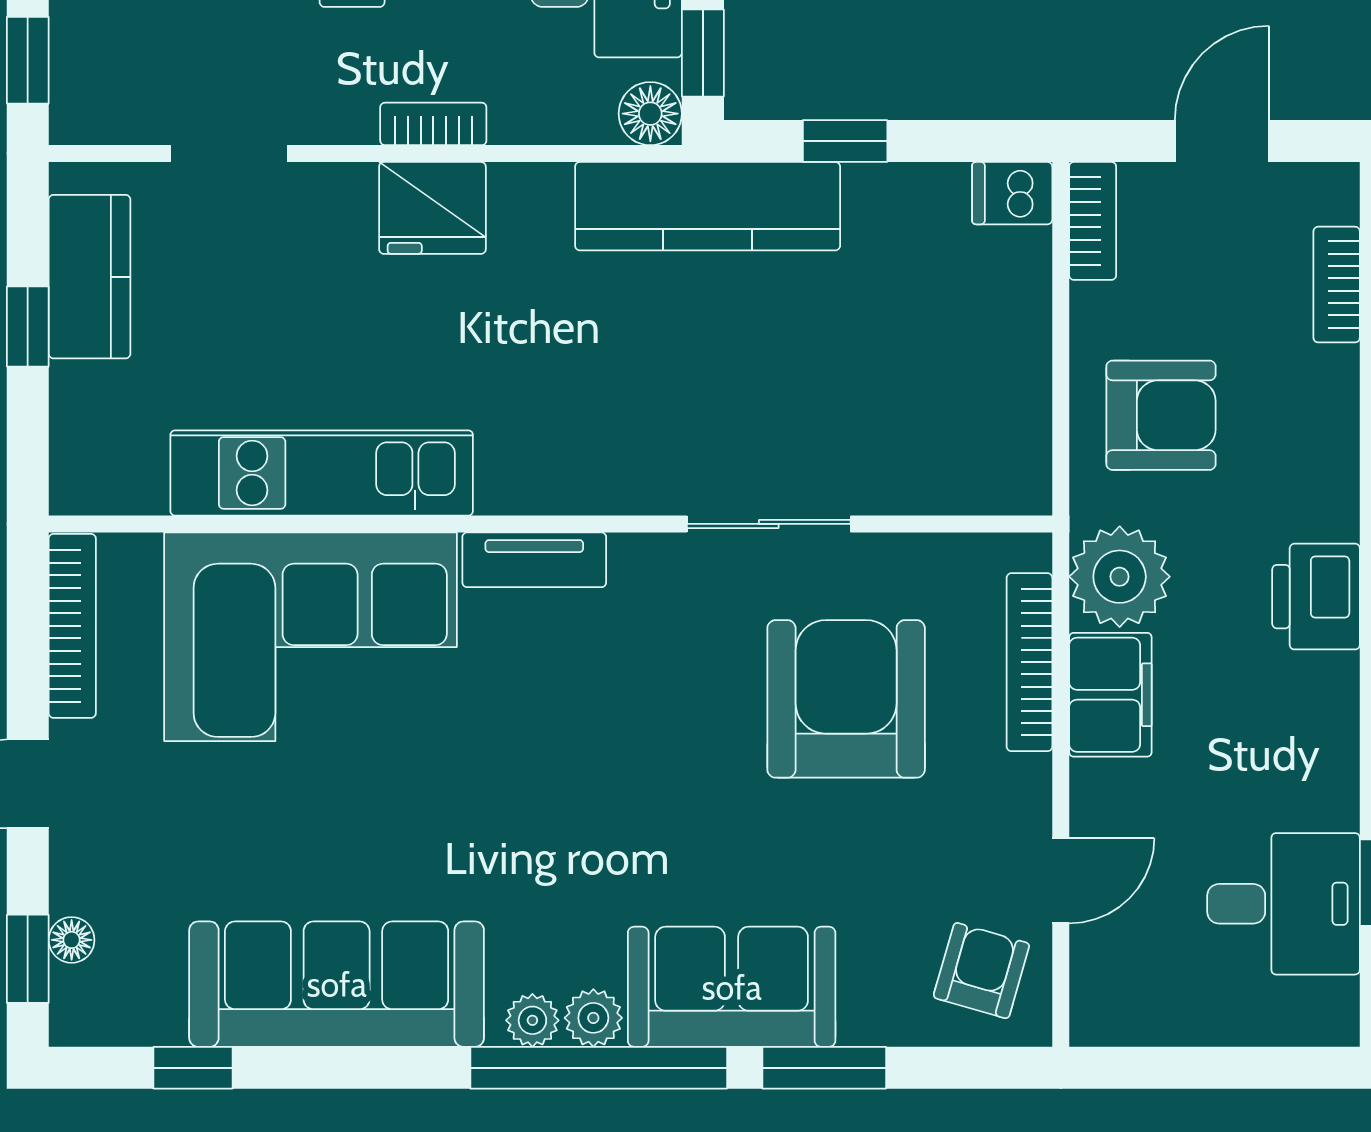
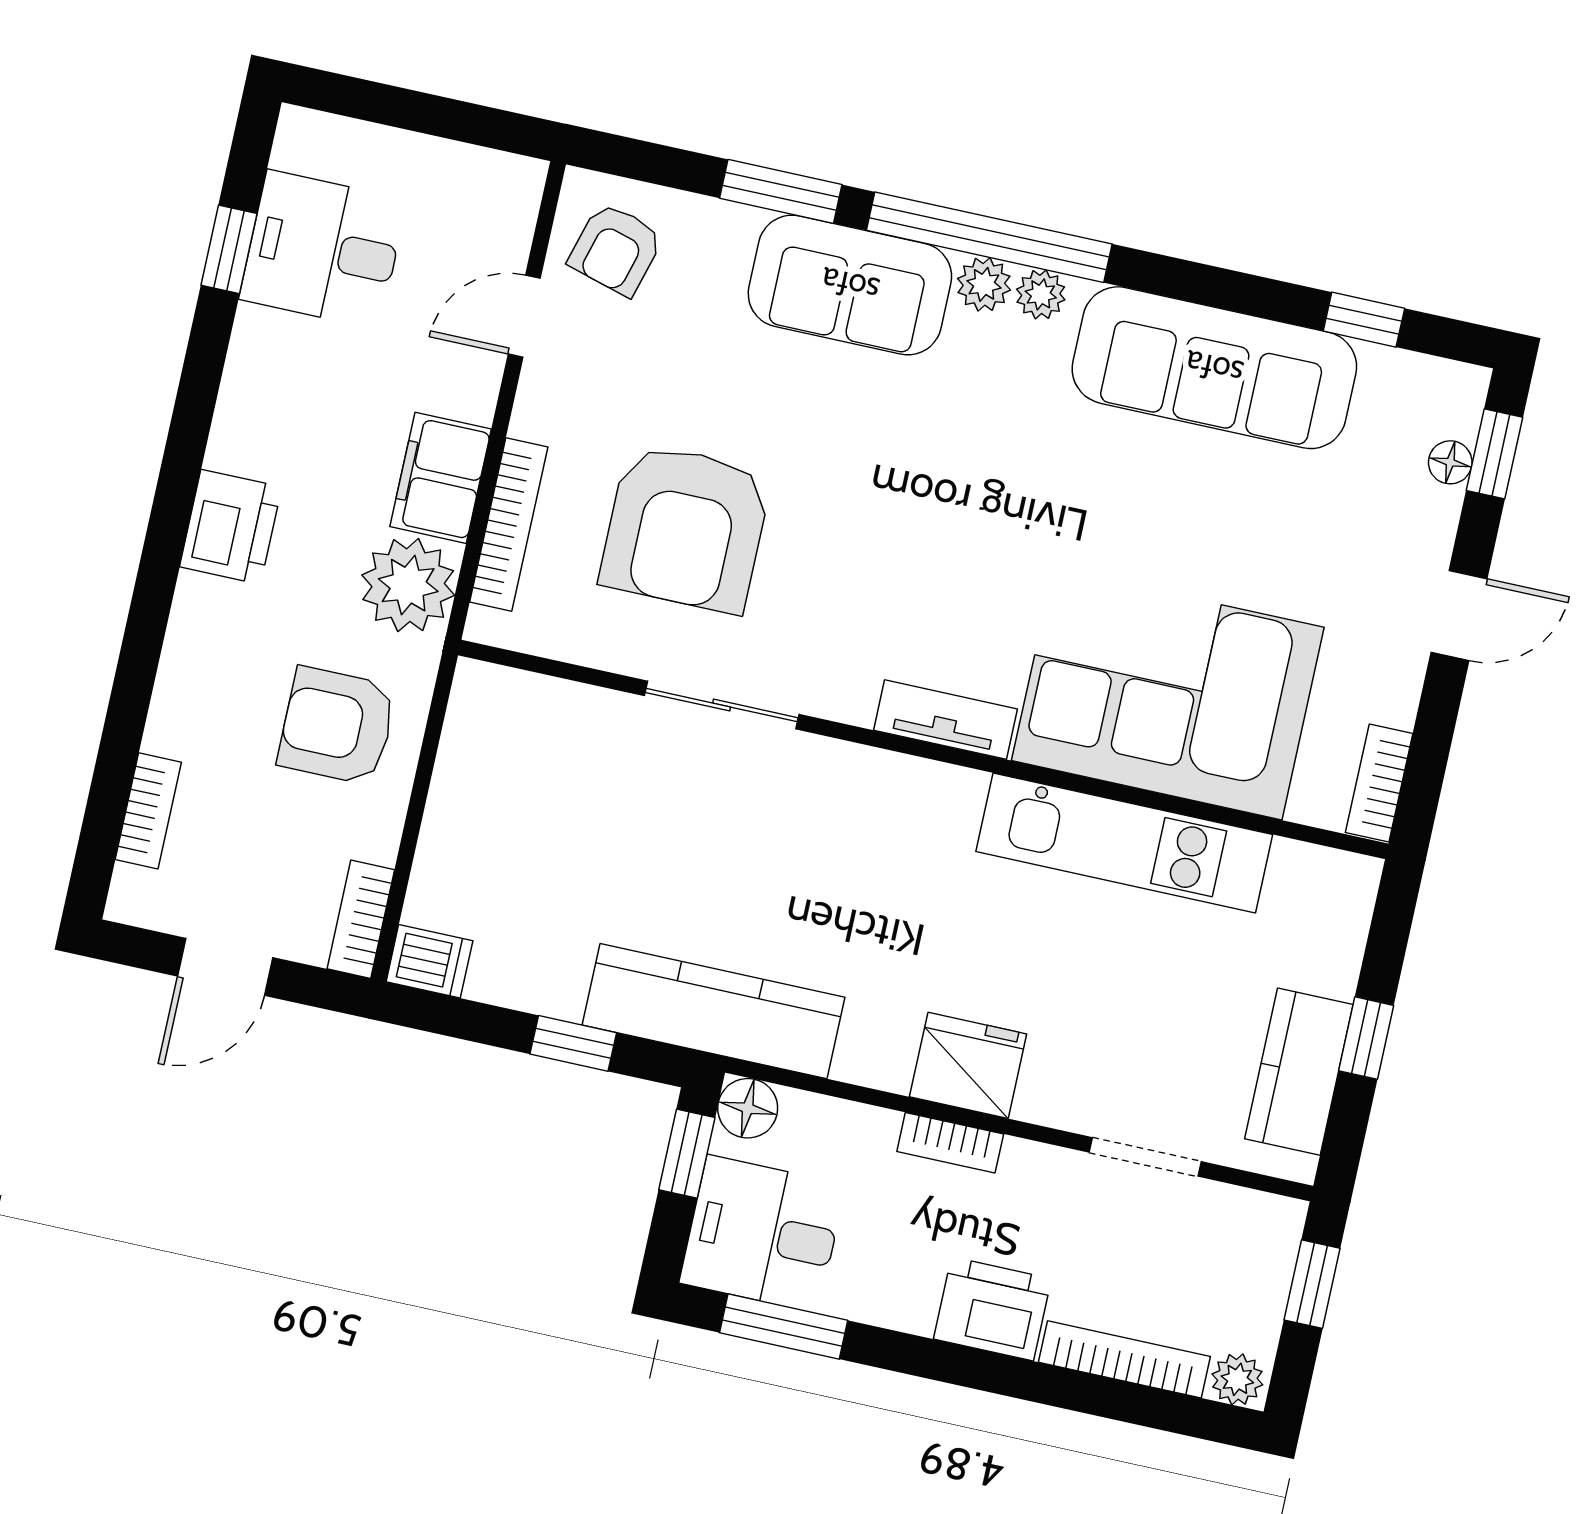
bookcase: (72, 626) -> (1379, 783), width x0.64

